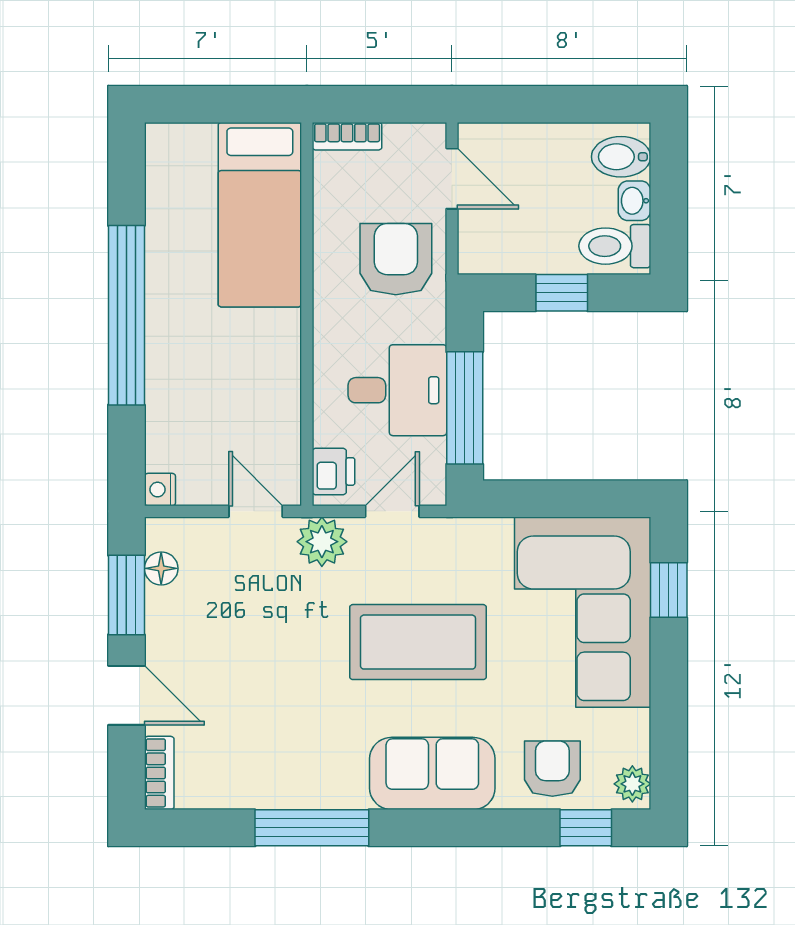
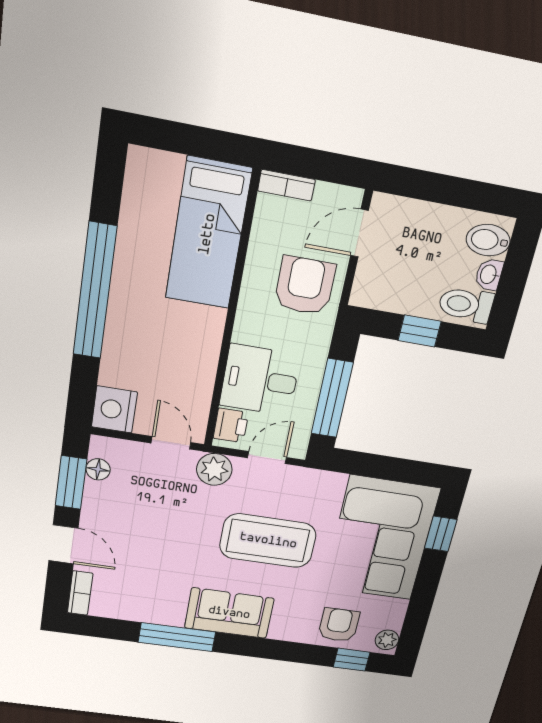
door: (452, 179) -> (359, 233), swing flipped
desk: (397, 390) -> (260, 380), moved, turned 180
nightstand: (160, 490) -> (114, 409), width x1.89, depth x1.79
sofa: (432, 773) -> (229, 613), moved

